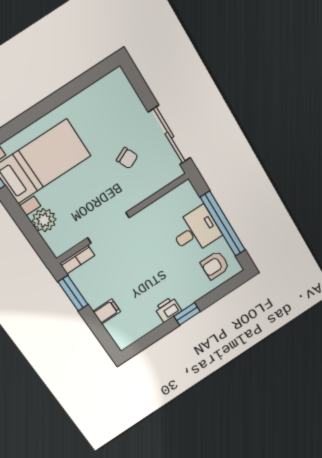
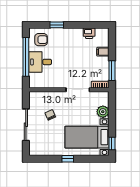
window: (50, 103) -> (68, 159), added
sliding door: (169, 135) -> (26, 125), moved
printer: (168, 309) -> (89, 33), moved
window: (187, 314) -> (57, 25), moved

